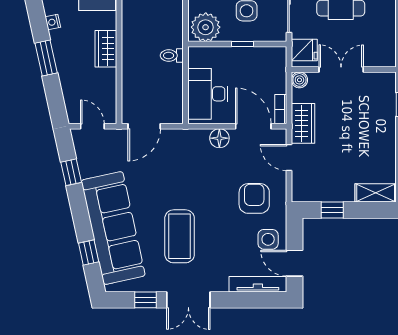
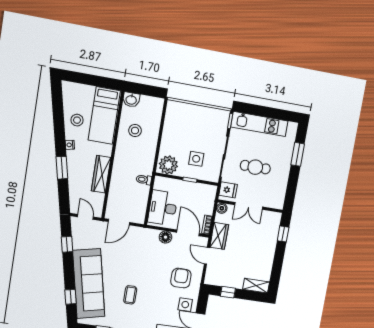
wardrobe: (106, 49) -> (101, 174), width x1.50
double door: (341, 70) -> (249, 206), swing flipped
coffee table: (180, 236) -> (130, 295), width x0.54, depth x0.58

